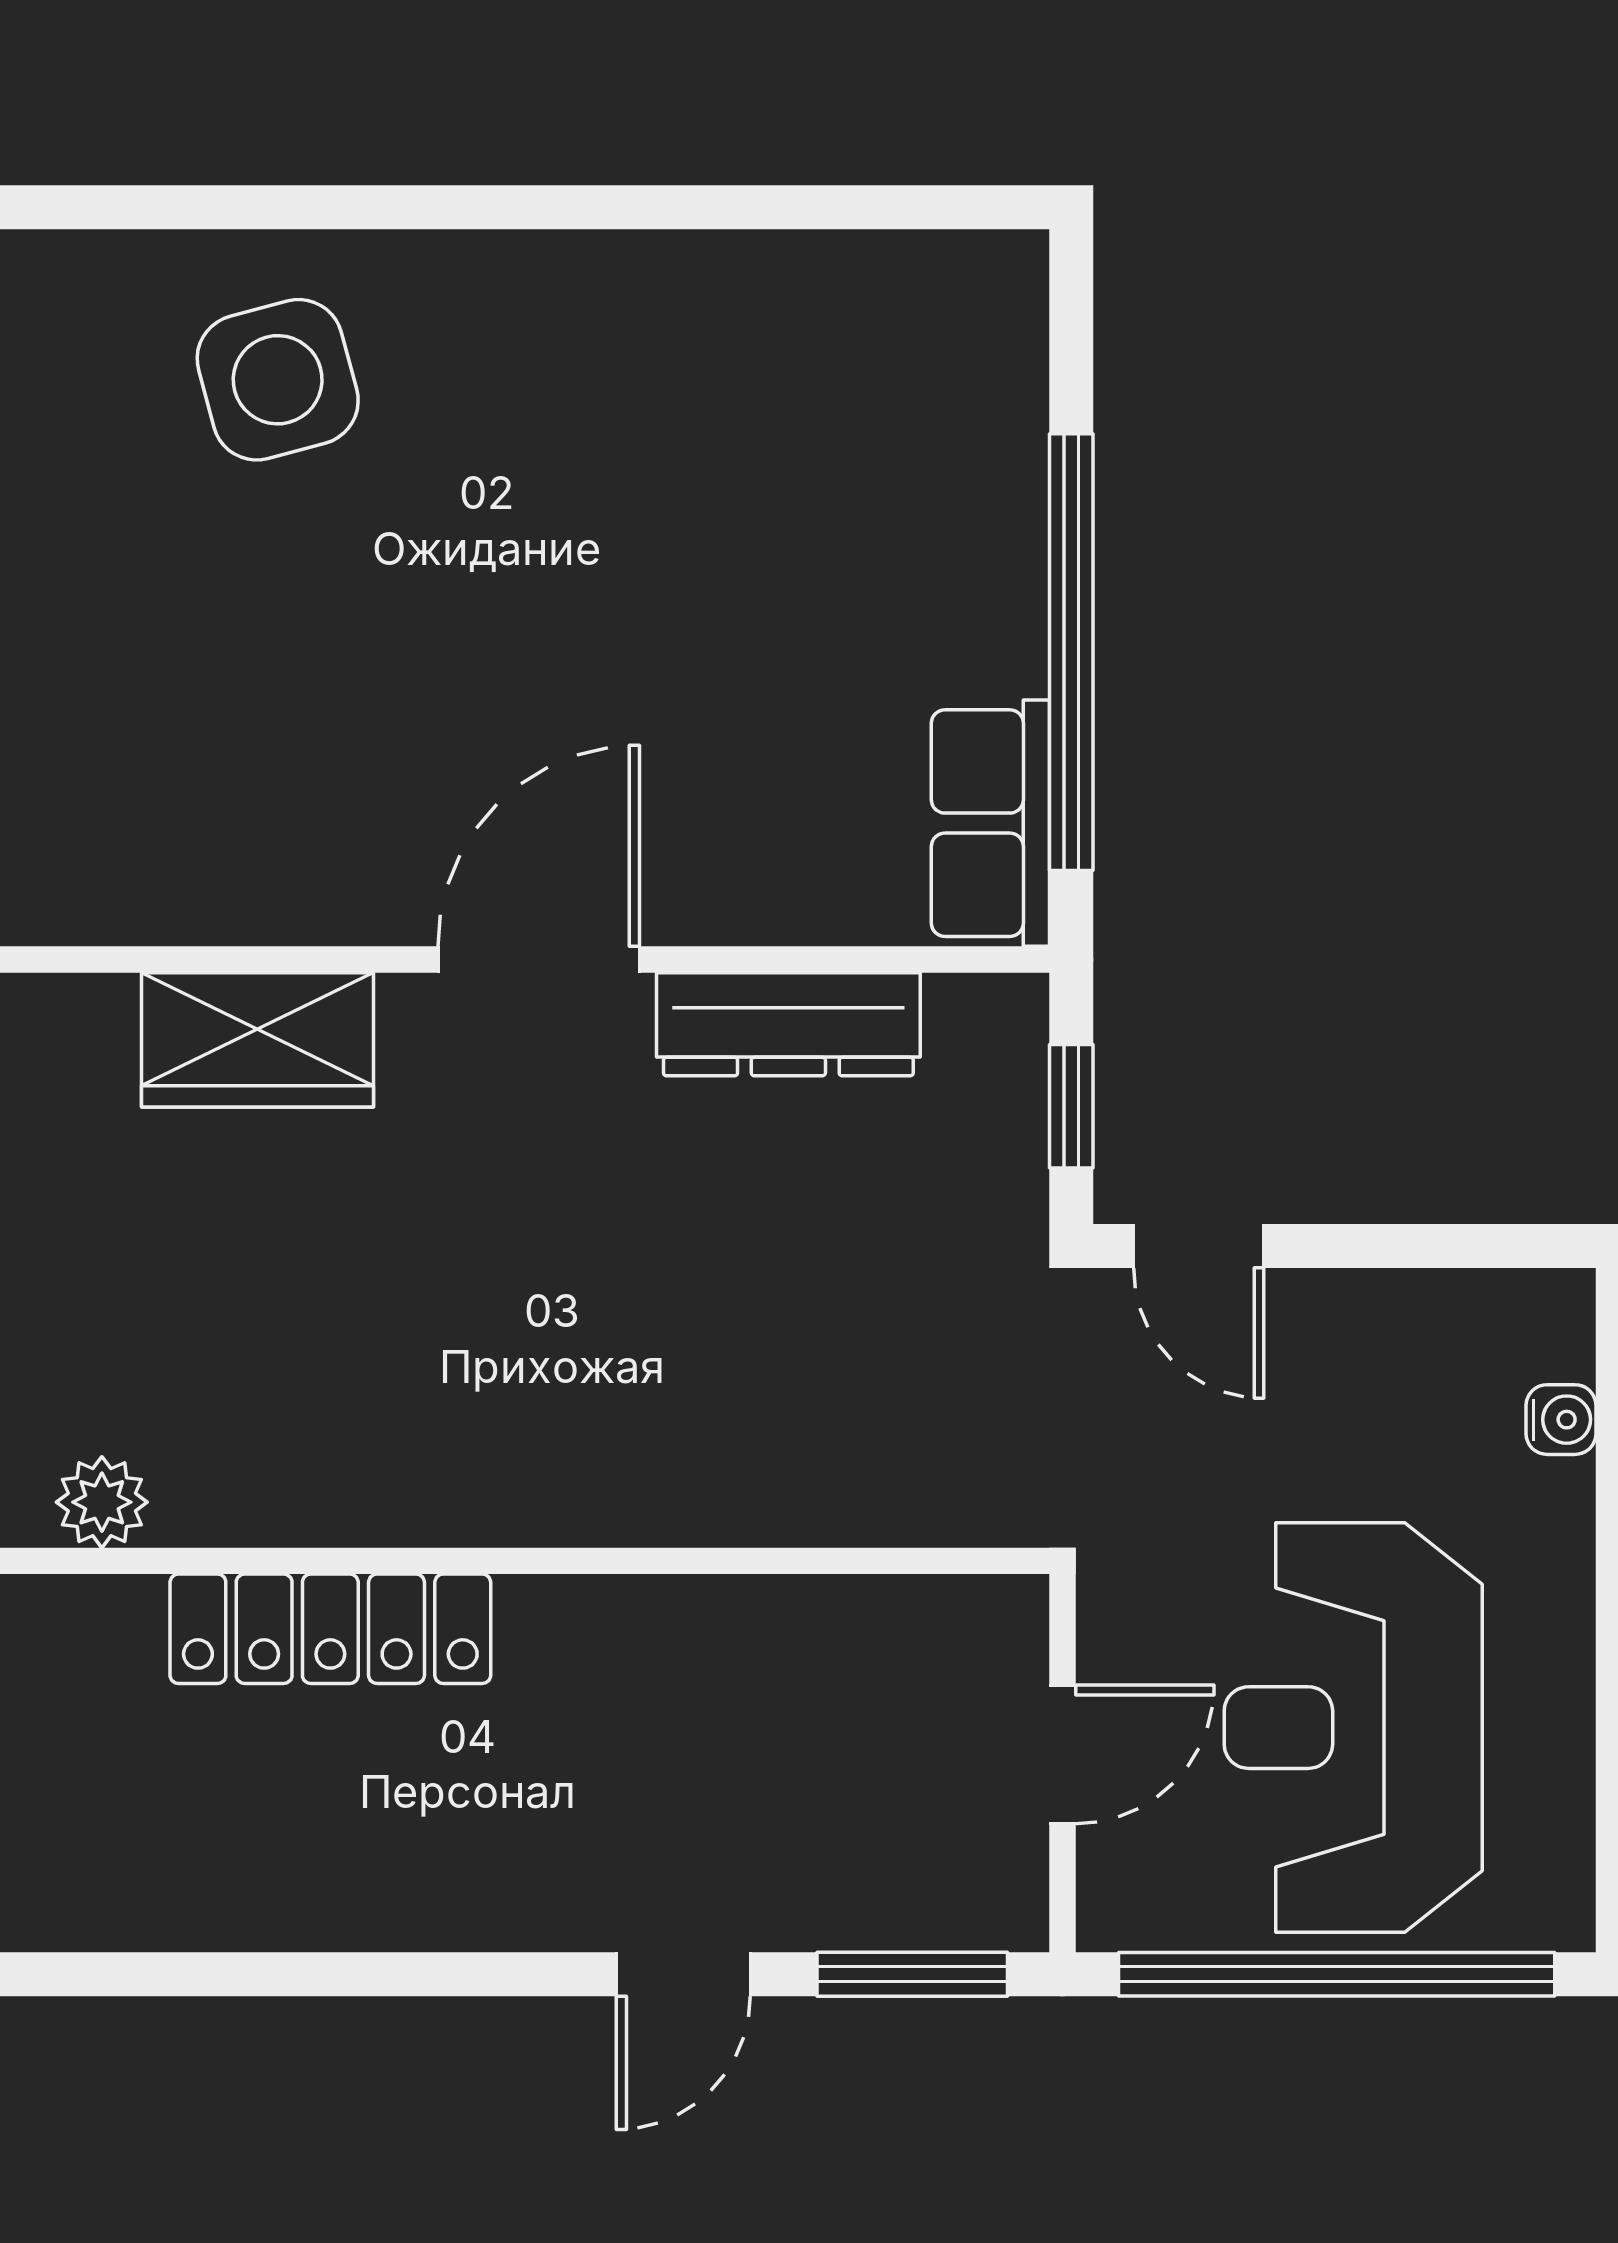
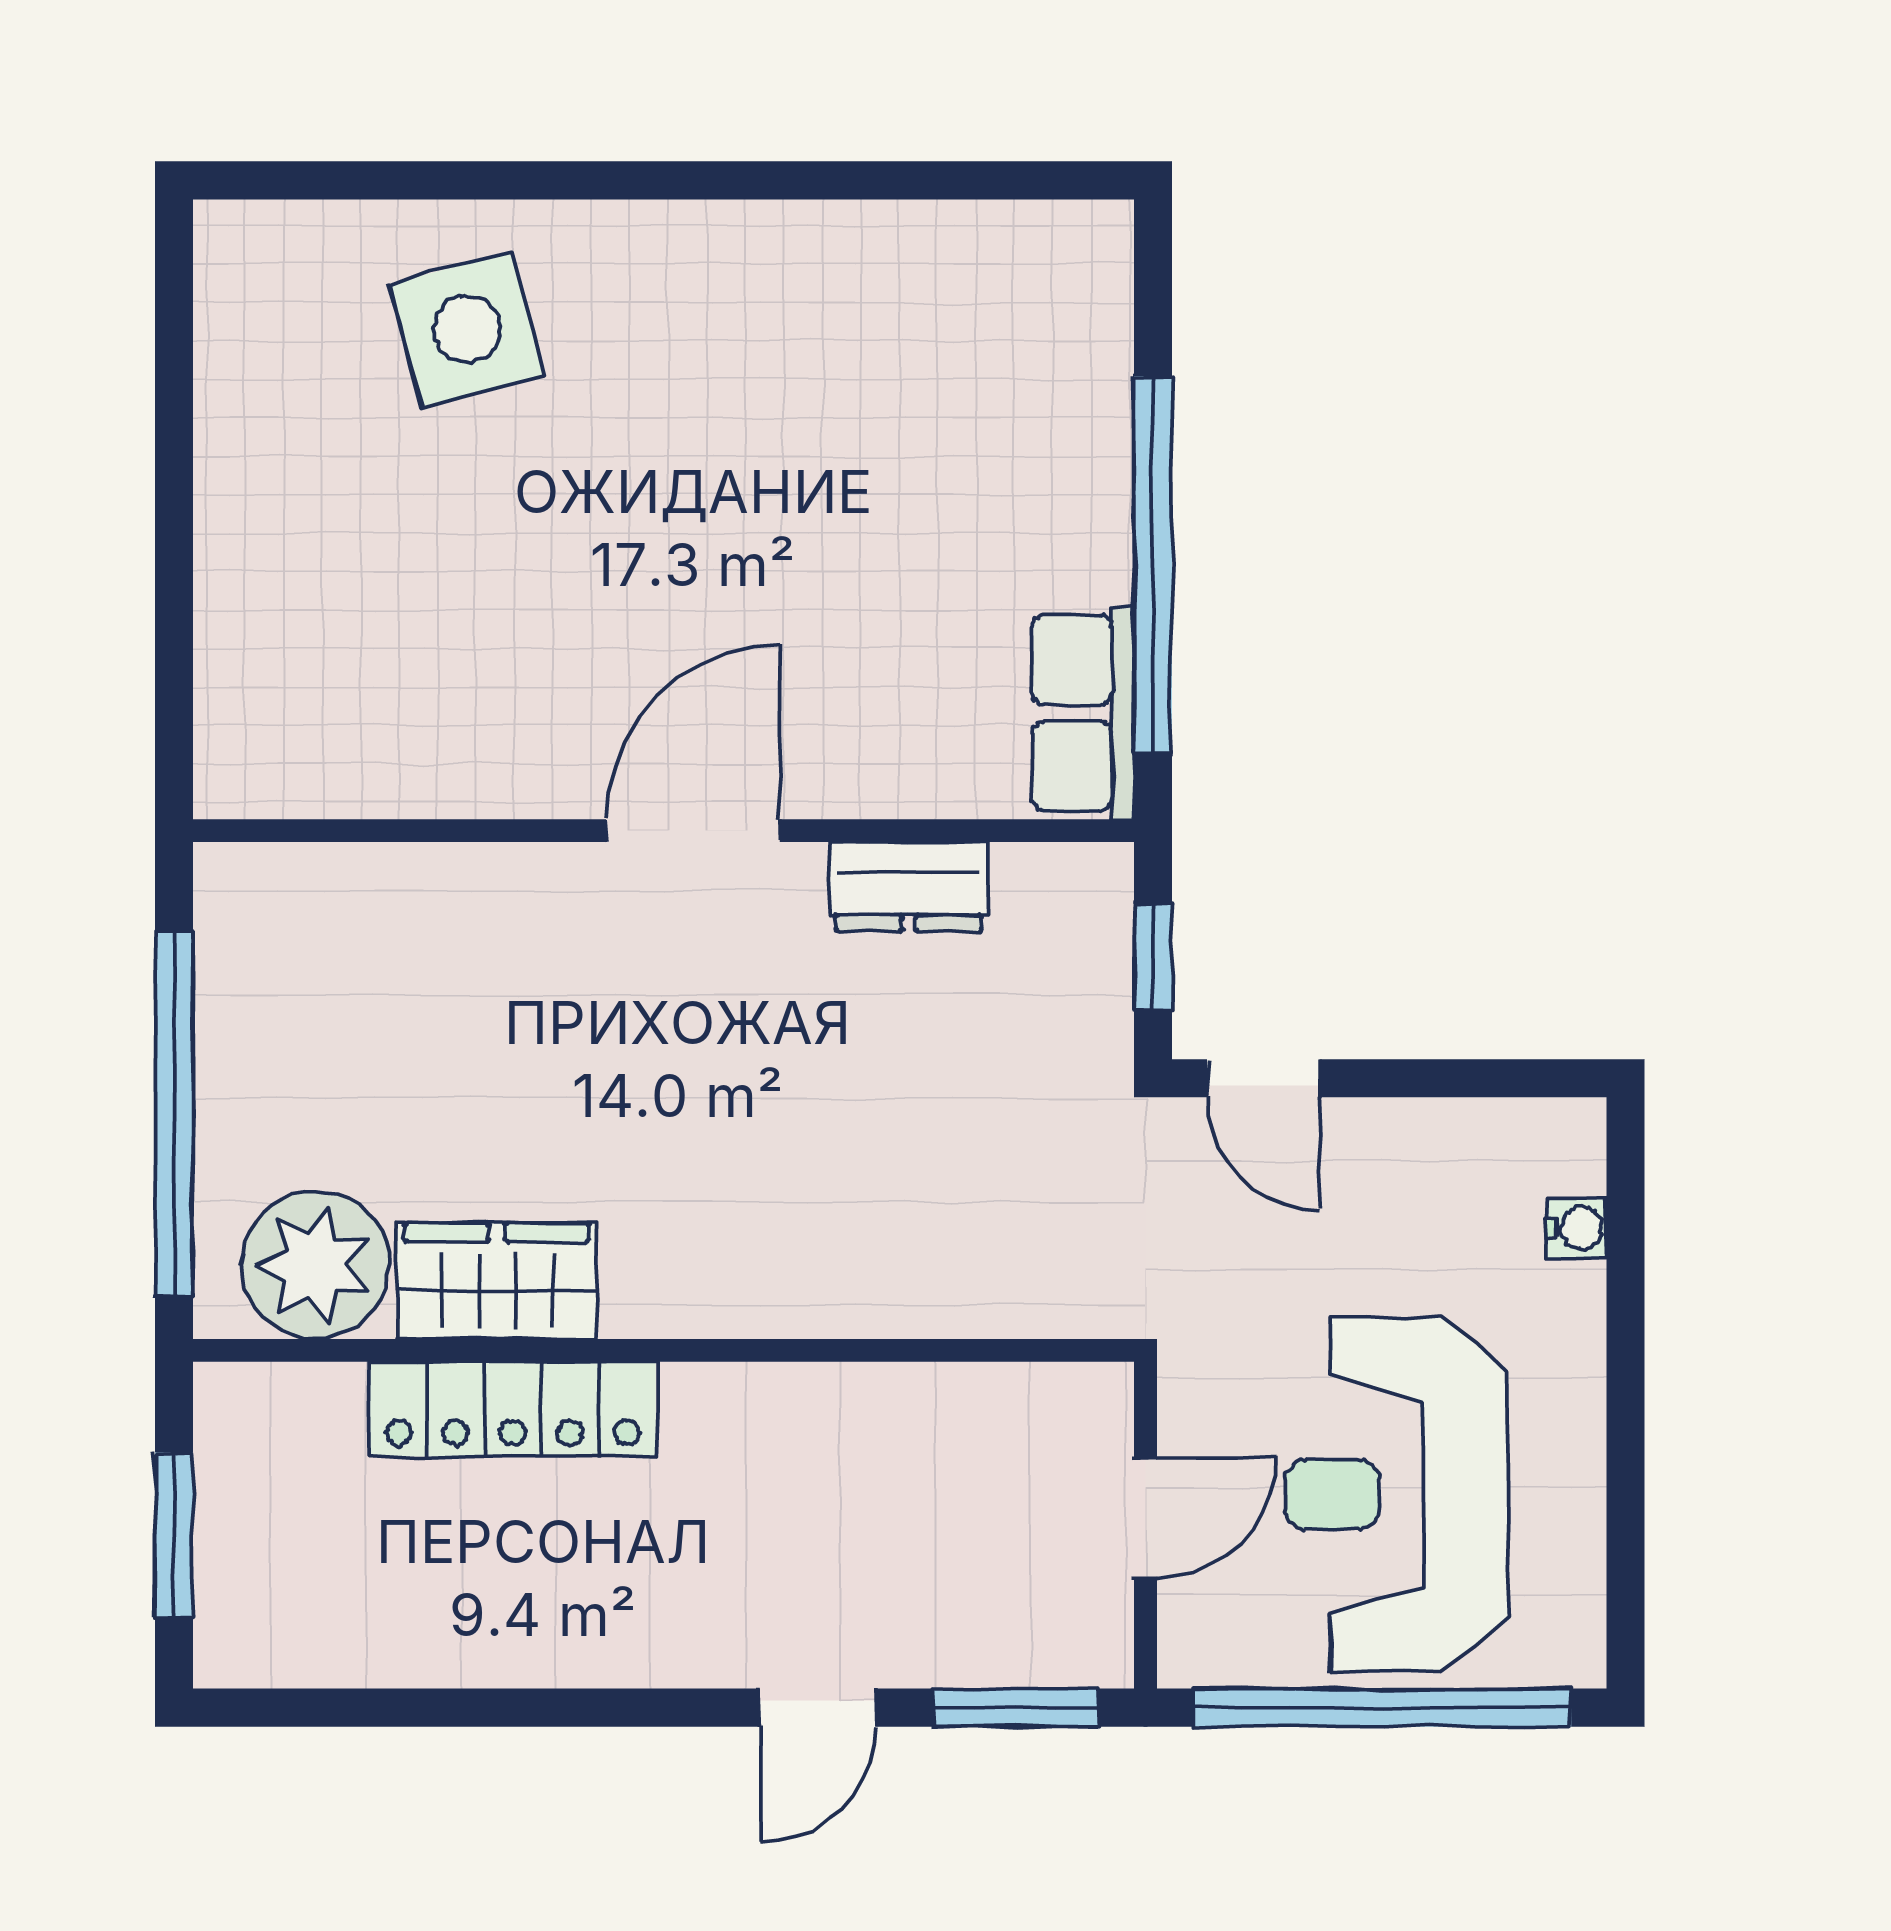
dresser: (788, 1024) -> (909, 887), width x0.70
wardrobe: (257, 1040) -> (497, 1281), moved, turned 180
plant: (102, 1502) -> (315, 1265), width x1.88, depth x1.88

